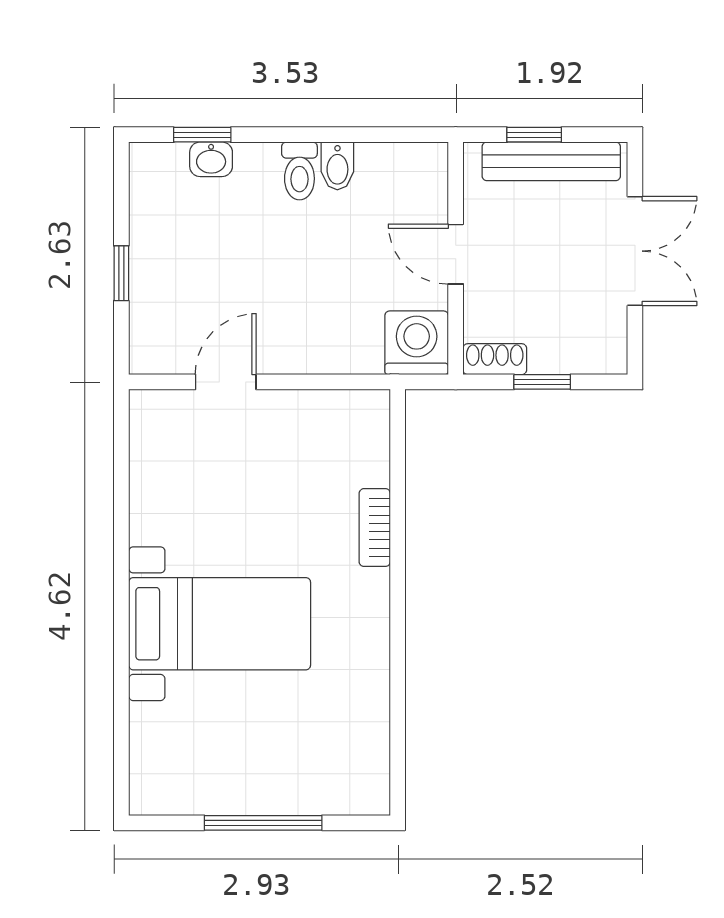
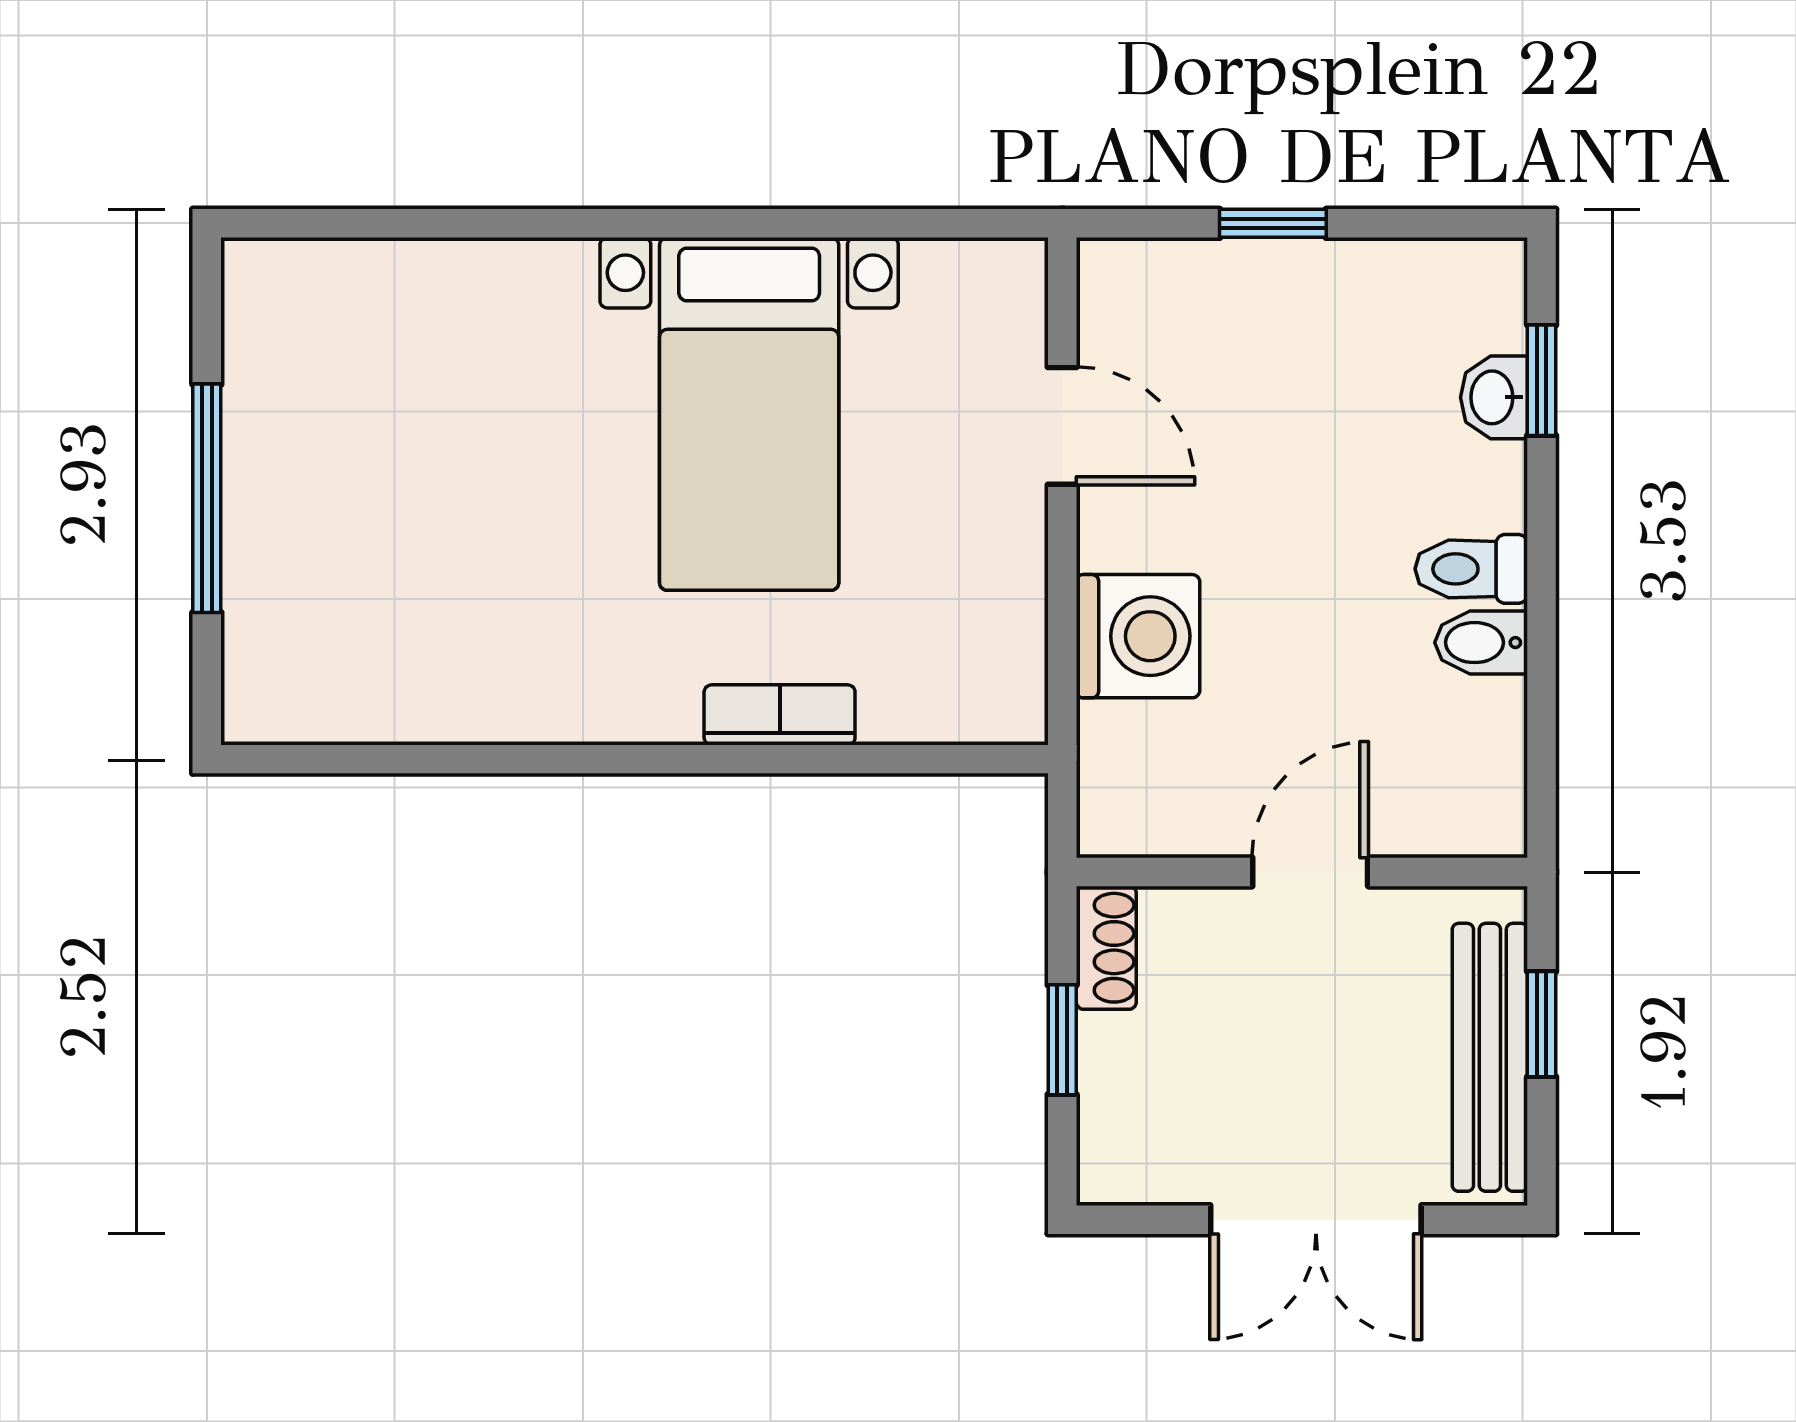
washing machine: (417, 343) -> (1138, 636), moved
bed with nightstands: (220, 624) -> (749, 414), moved

